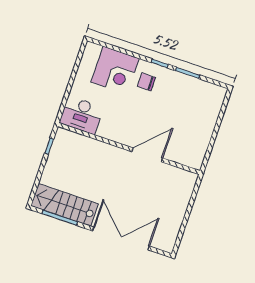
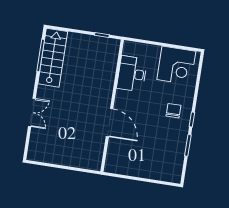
corner desk: (115, 70) -> (176, 65), moved, turned -90
desk: (81, 115) -> (132, 74), moved
double door: (121, 238) -> (32, 112), width x0.54

